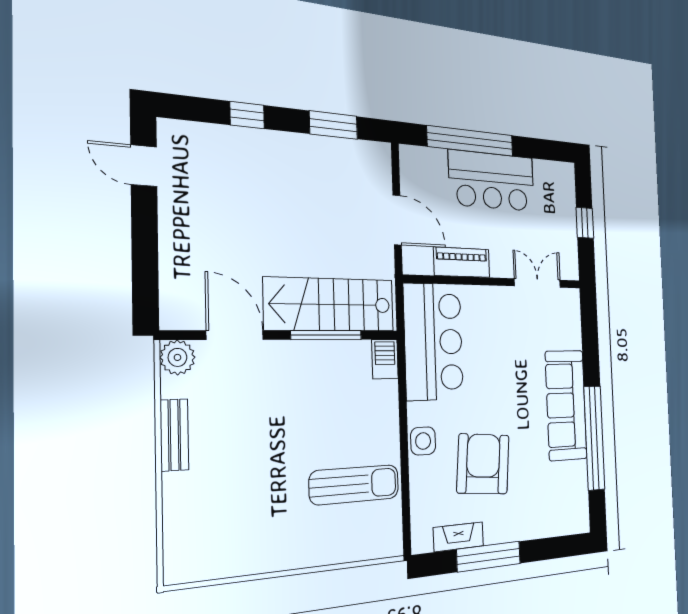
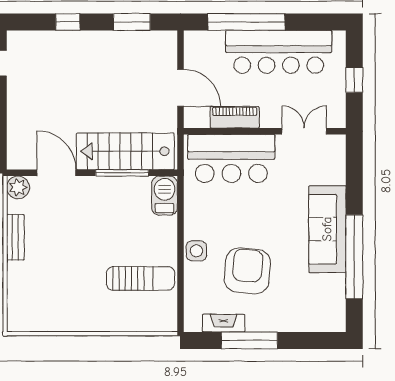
bar counter: (492, 181) -> (279, 52), width x1.36
bar counter: (433, 342) -> (231, 158), moved, turned 90
barbecue: (385, 359) -> (165, 196), width x1.38, depth x1.27

